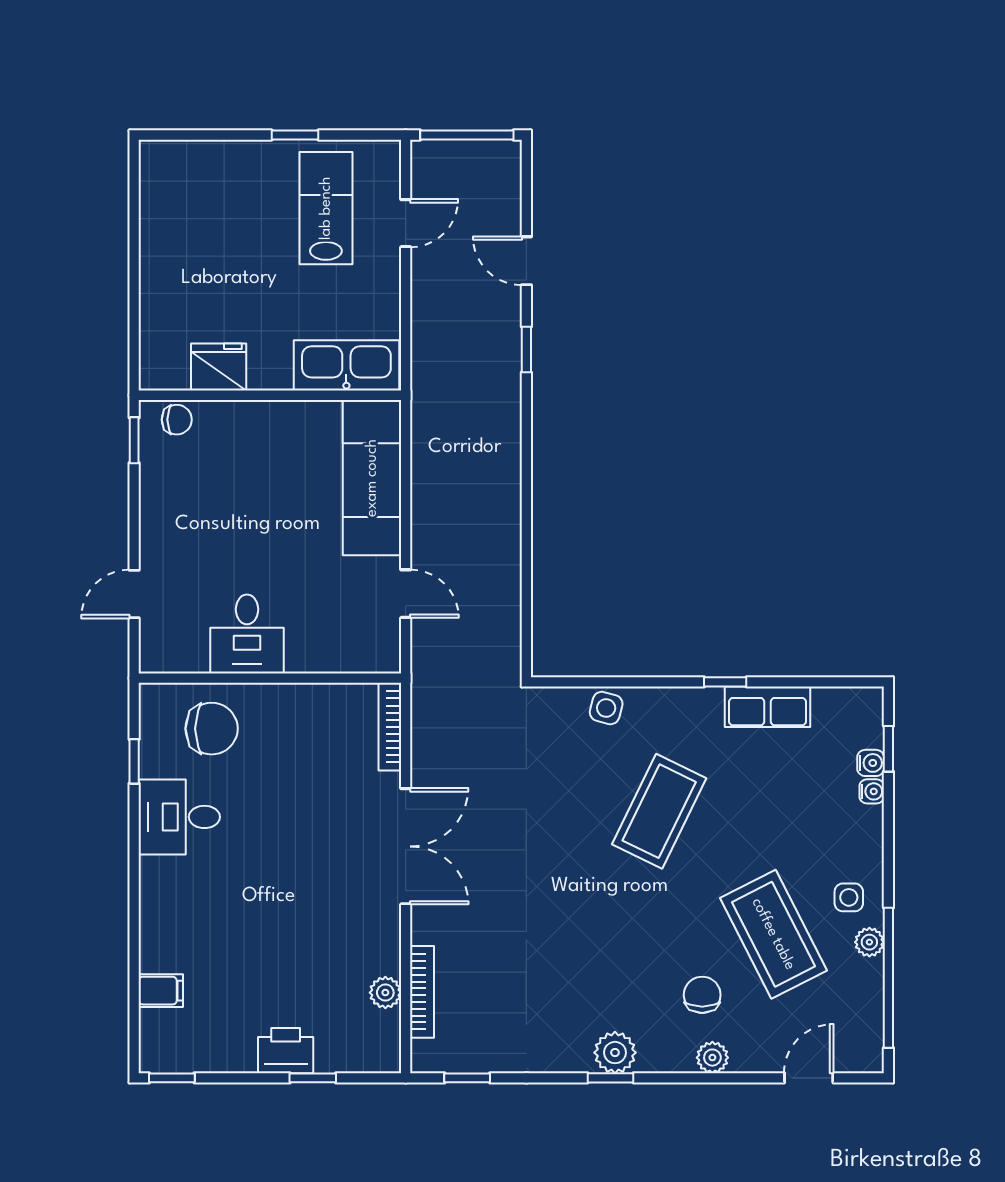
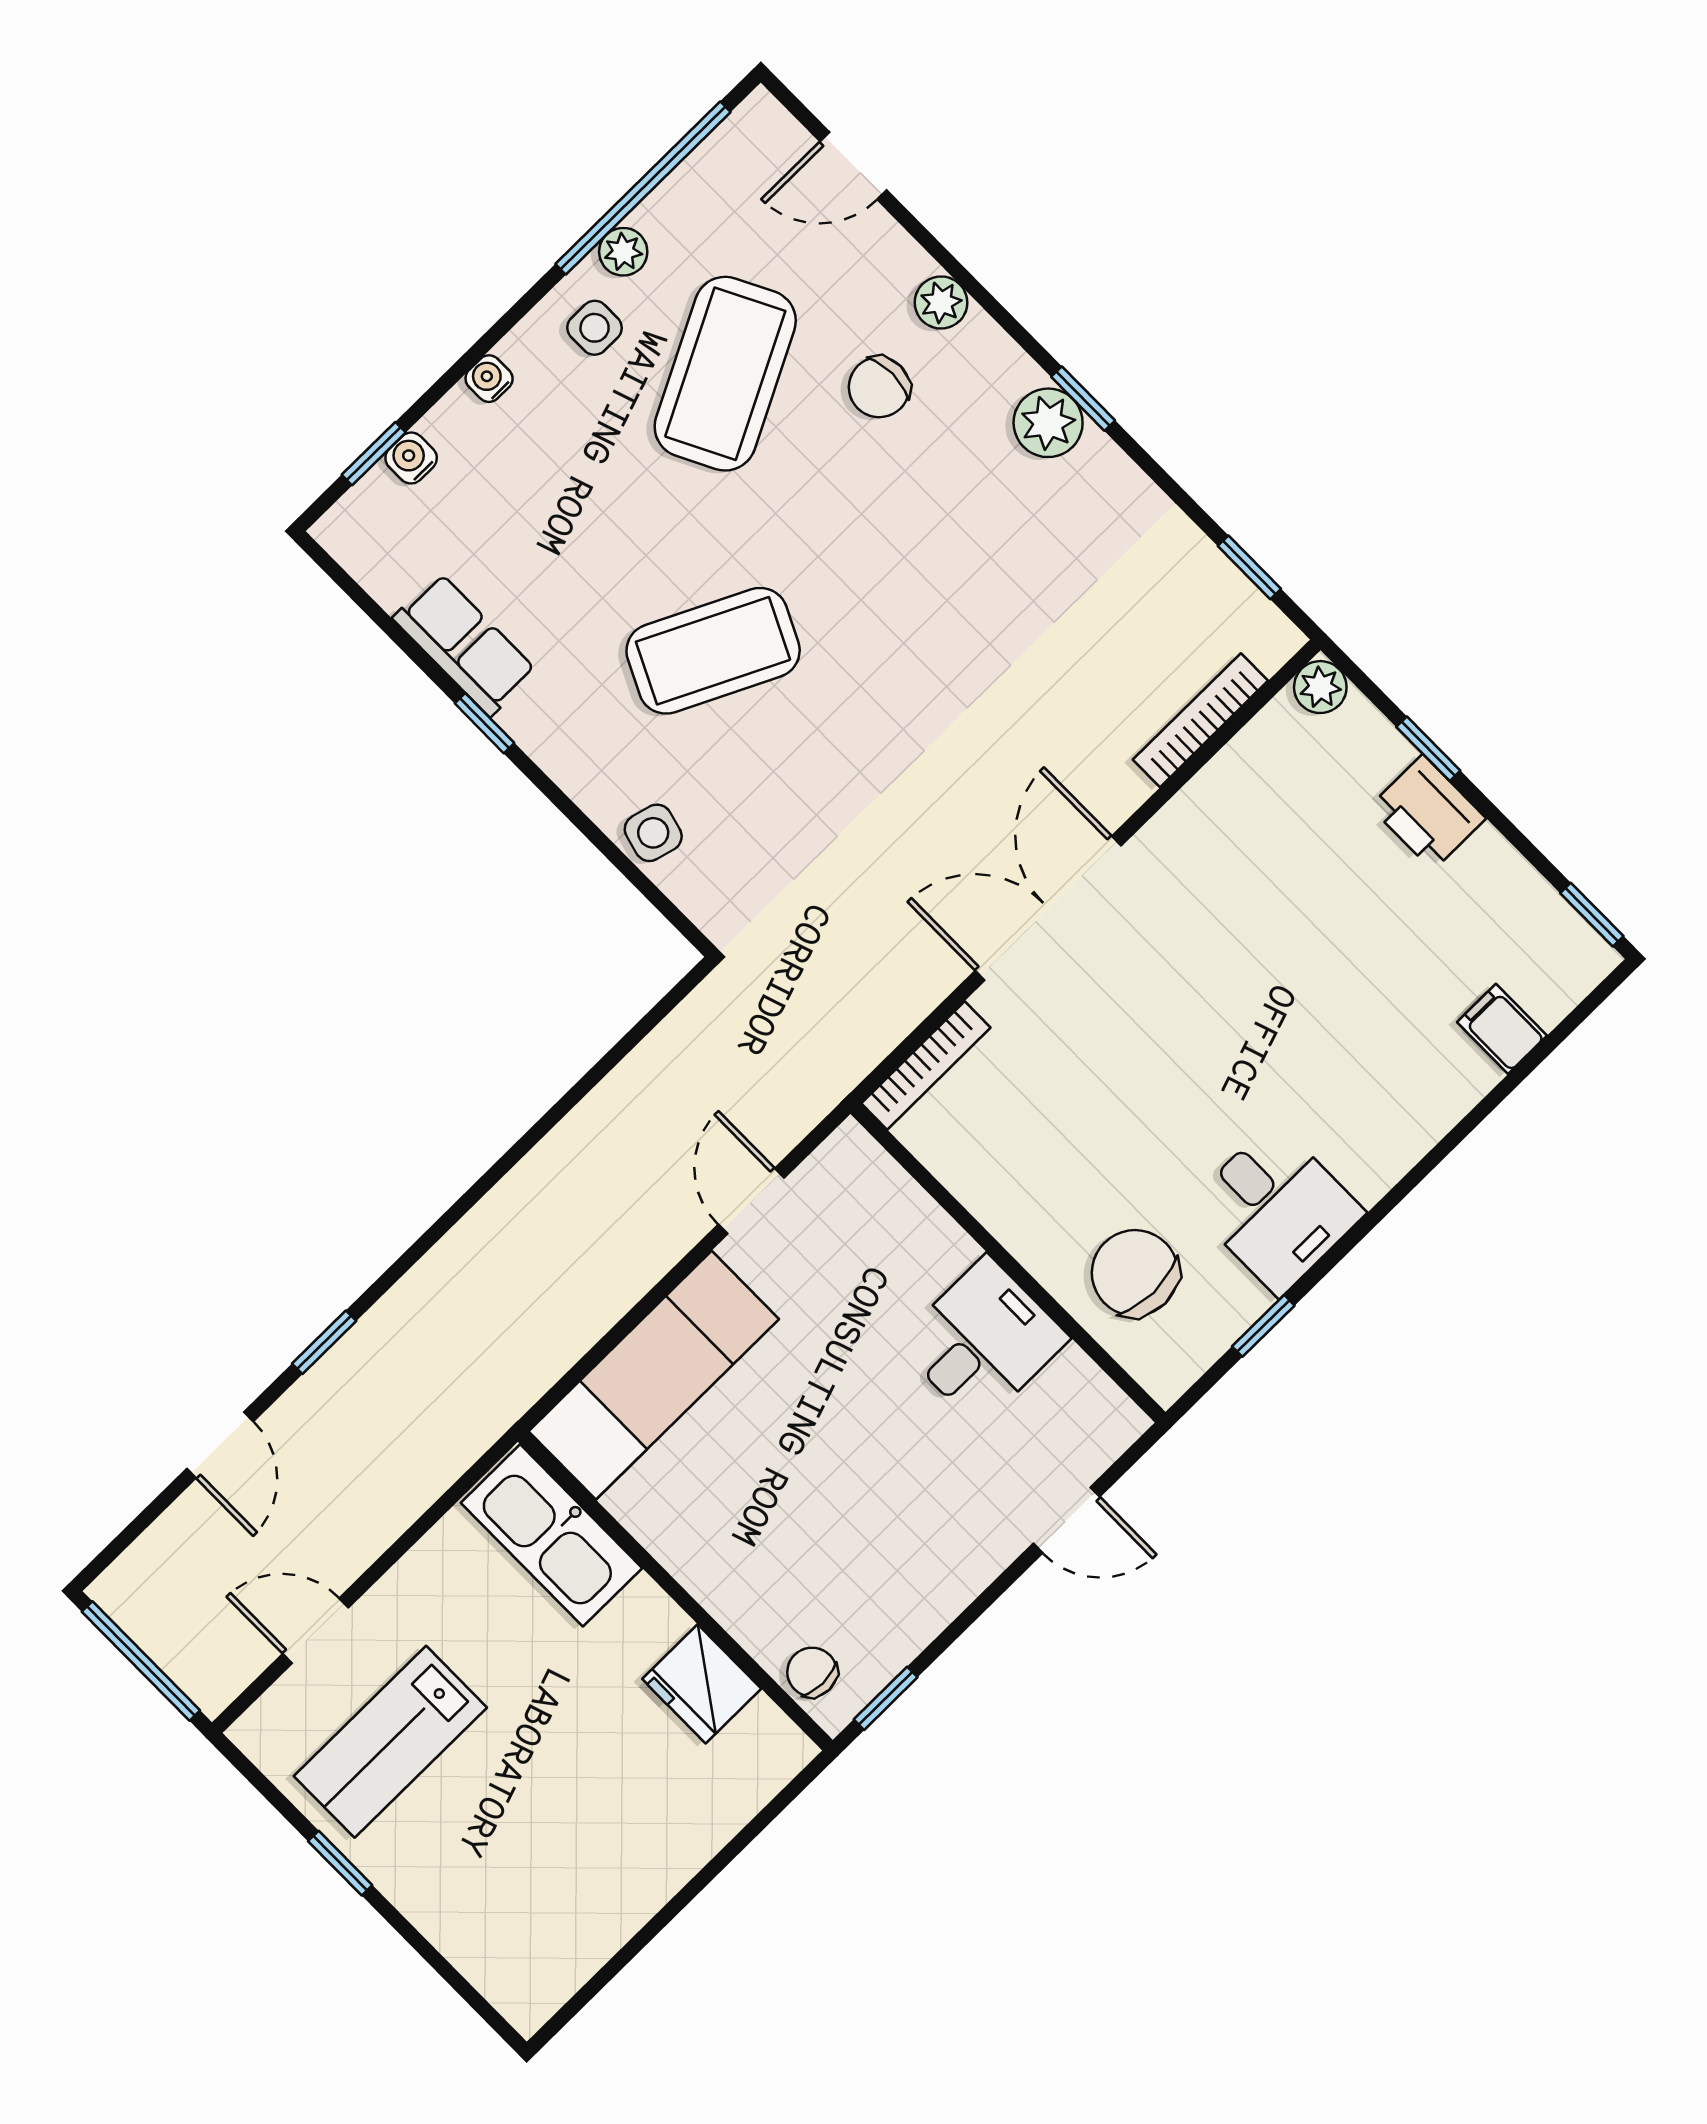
water cooler: (872, 791) -> (489, 379), moved
plant: (385, 993) -> (1320, 687), moved

